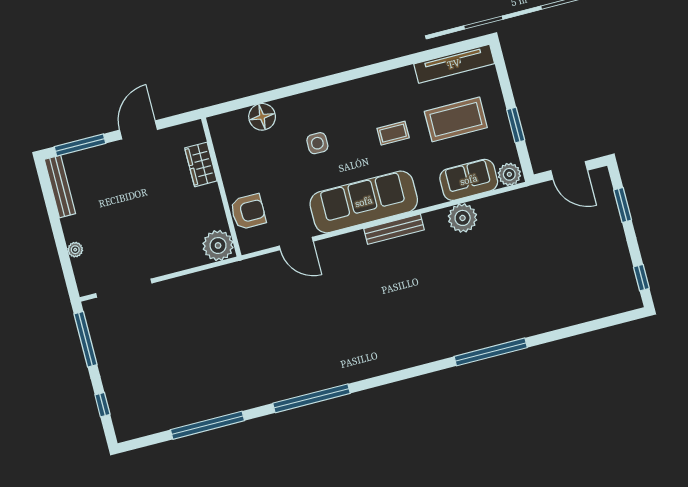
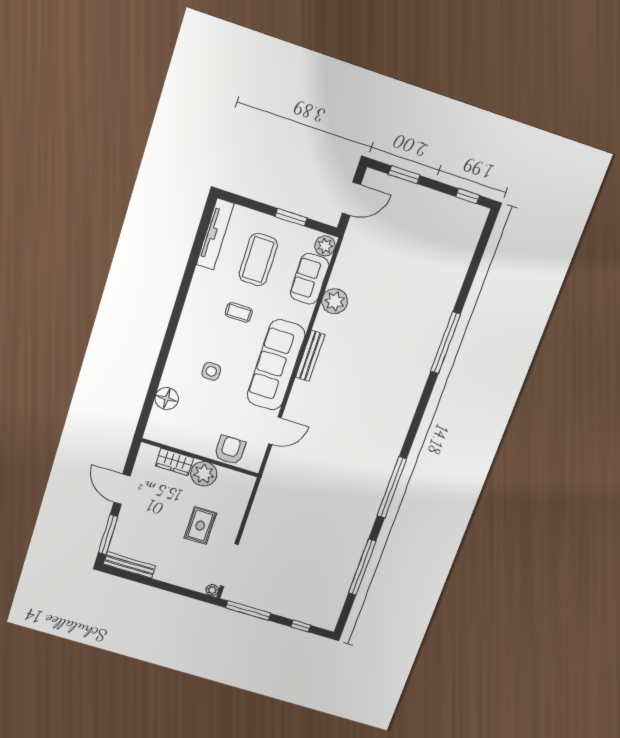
coffee table: (393, 133) -> (239, 312), turned 90
rug: (149, 232) -> (200, 526), added
plant: (218, 245) -> (204, 474), moved
plant: (75, 250) -> (212, 590), moved

